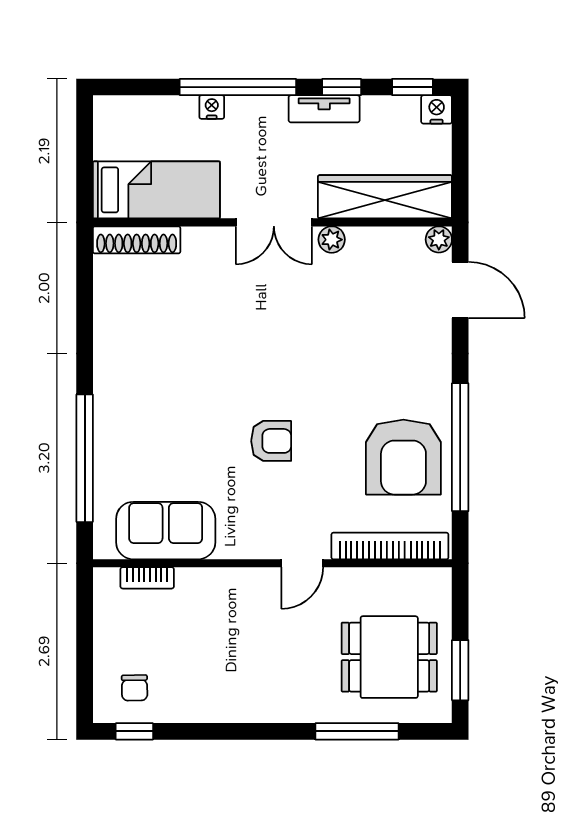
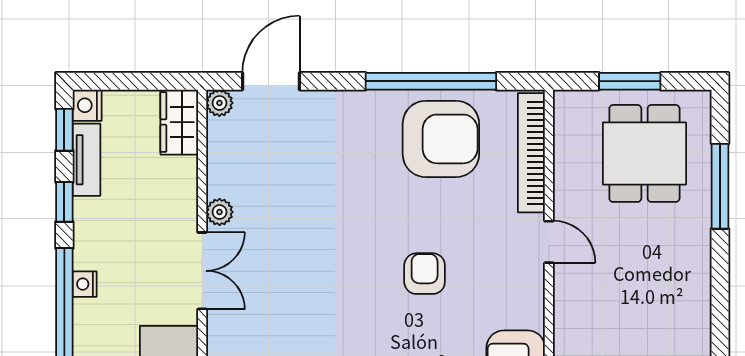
nightstand: (212, 107) -> (85, 284), moved
tv unit: (324, 109) -> (86, 160), moved
wardrobe: (385, 197) -> (179, 122), width x0.48, depth x0.85
window: (460, 670) -> (630, 81), moved

